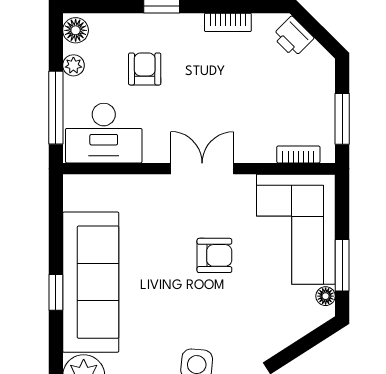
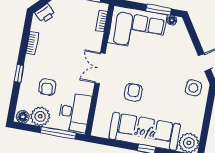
plant: (73, 65) -> (40, 116), width x1.88, depth x1.88
armchair: (145, 69) -> (47, 87), turned -90
armchair: (214, 255) -> (133, 92), moved

